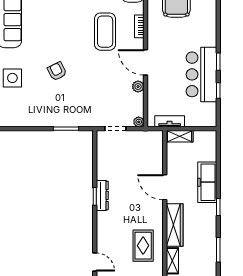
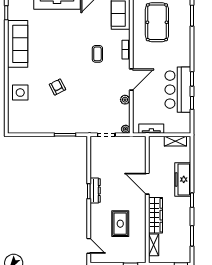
coffee table: (105, 32) -> (97, 54), width x0.54, depth x0.58
door: (145, 62) -> (131, 80), swing flipped
shelving: (180, 136) -> (175, 141), moved
rug: (143, 246) -> (120, 224), moved

